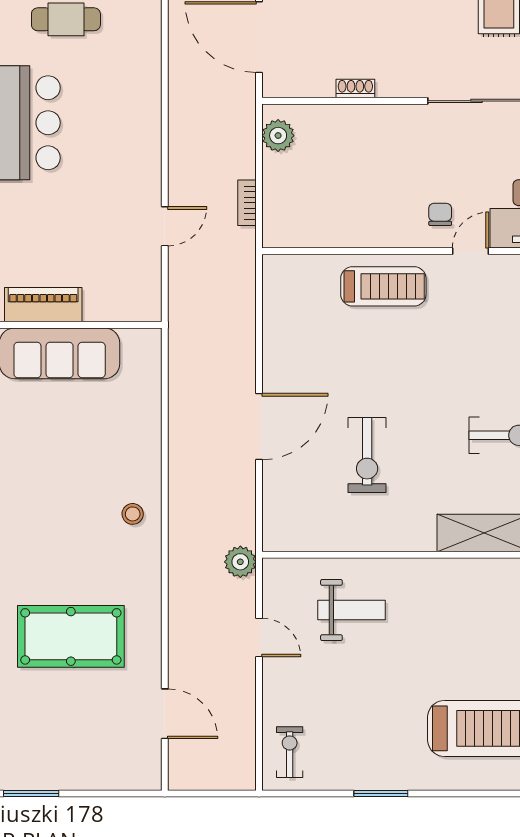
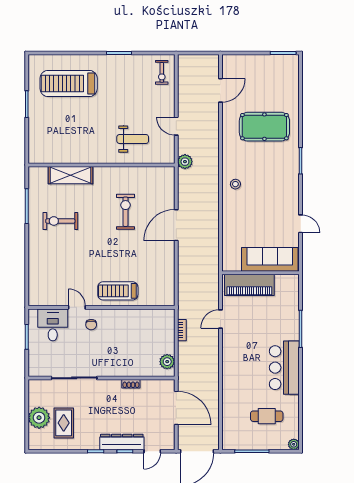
door: (470, 251) -> (77, 307), swing flipped
piano: (43, 305) -> (249, 285), moved, width x1.37, depth x1.33
weight bench: (352, 610) -> (133, 139), turned 180
door: (165, 714) -> (220, 90), swing flipped

